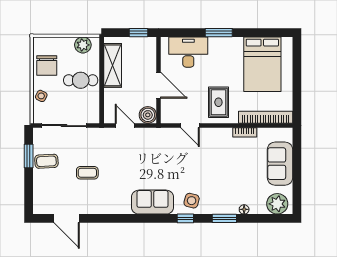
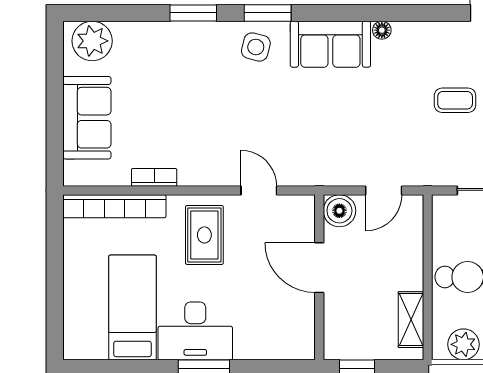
desk: (188, 52) -> (195, 331), moved
bed: (262, 64) -> (132, 307), width x0.67
shelving: (113, 65) -> (411, 320), width x0.67, depth x0.75
door: (125, 126) -> (384, 190), hinge flipped
floor lamp: (244, 209) -> (382, 30), moved
window: (185, 218) -> (268, 13), width x1.50

